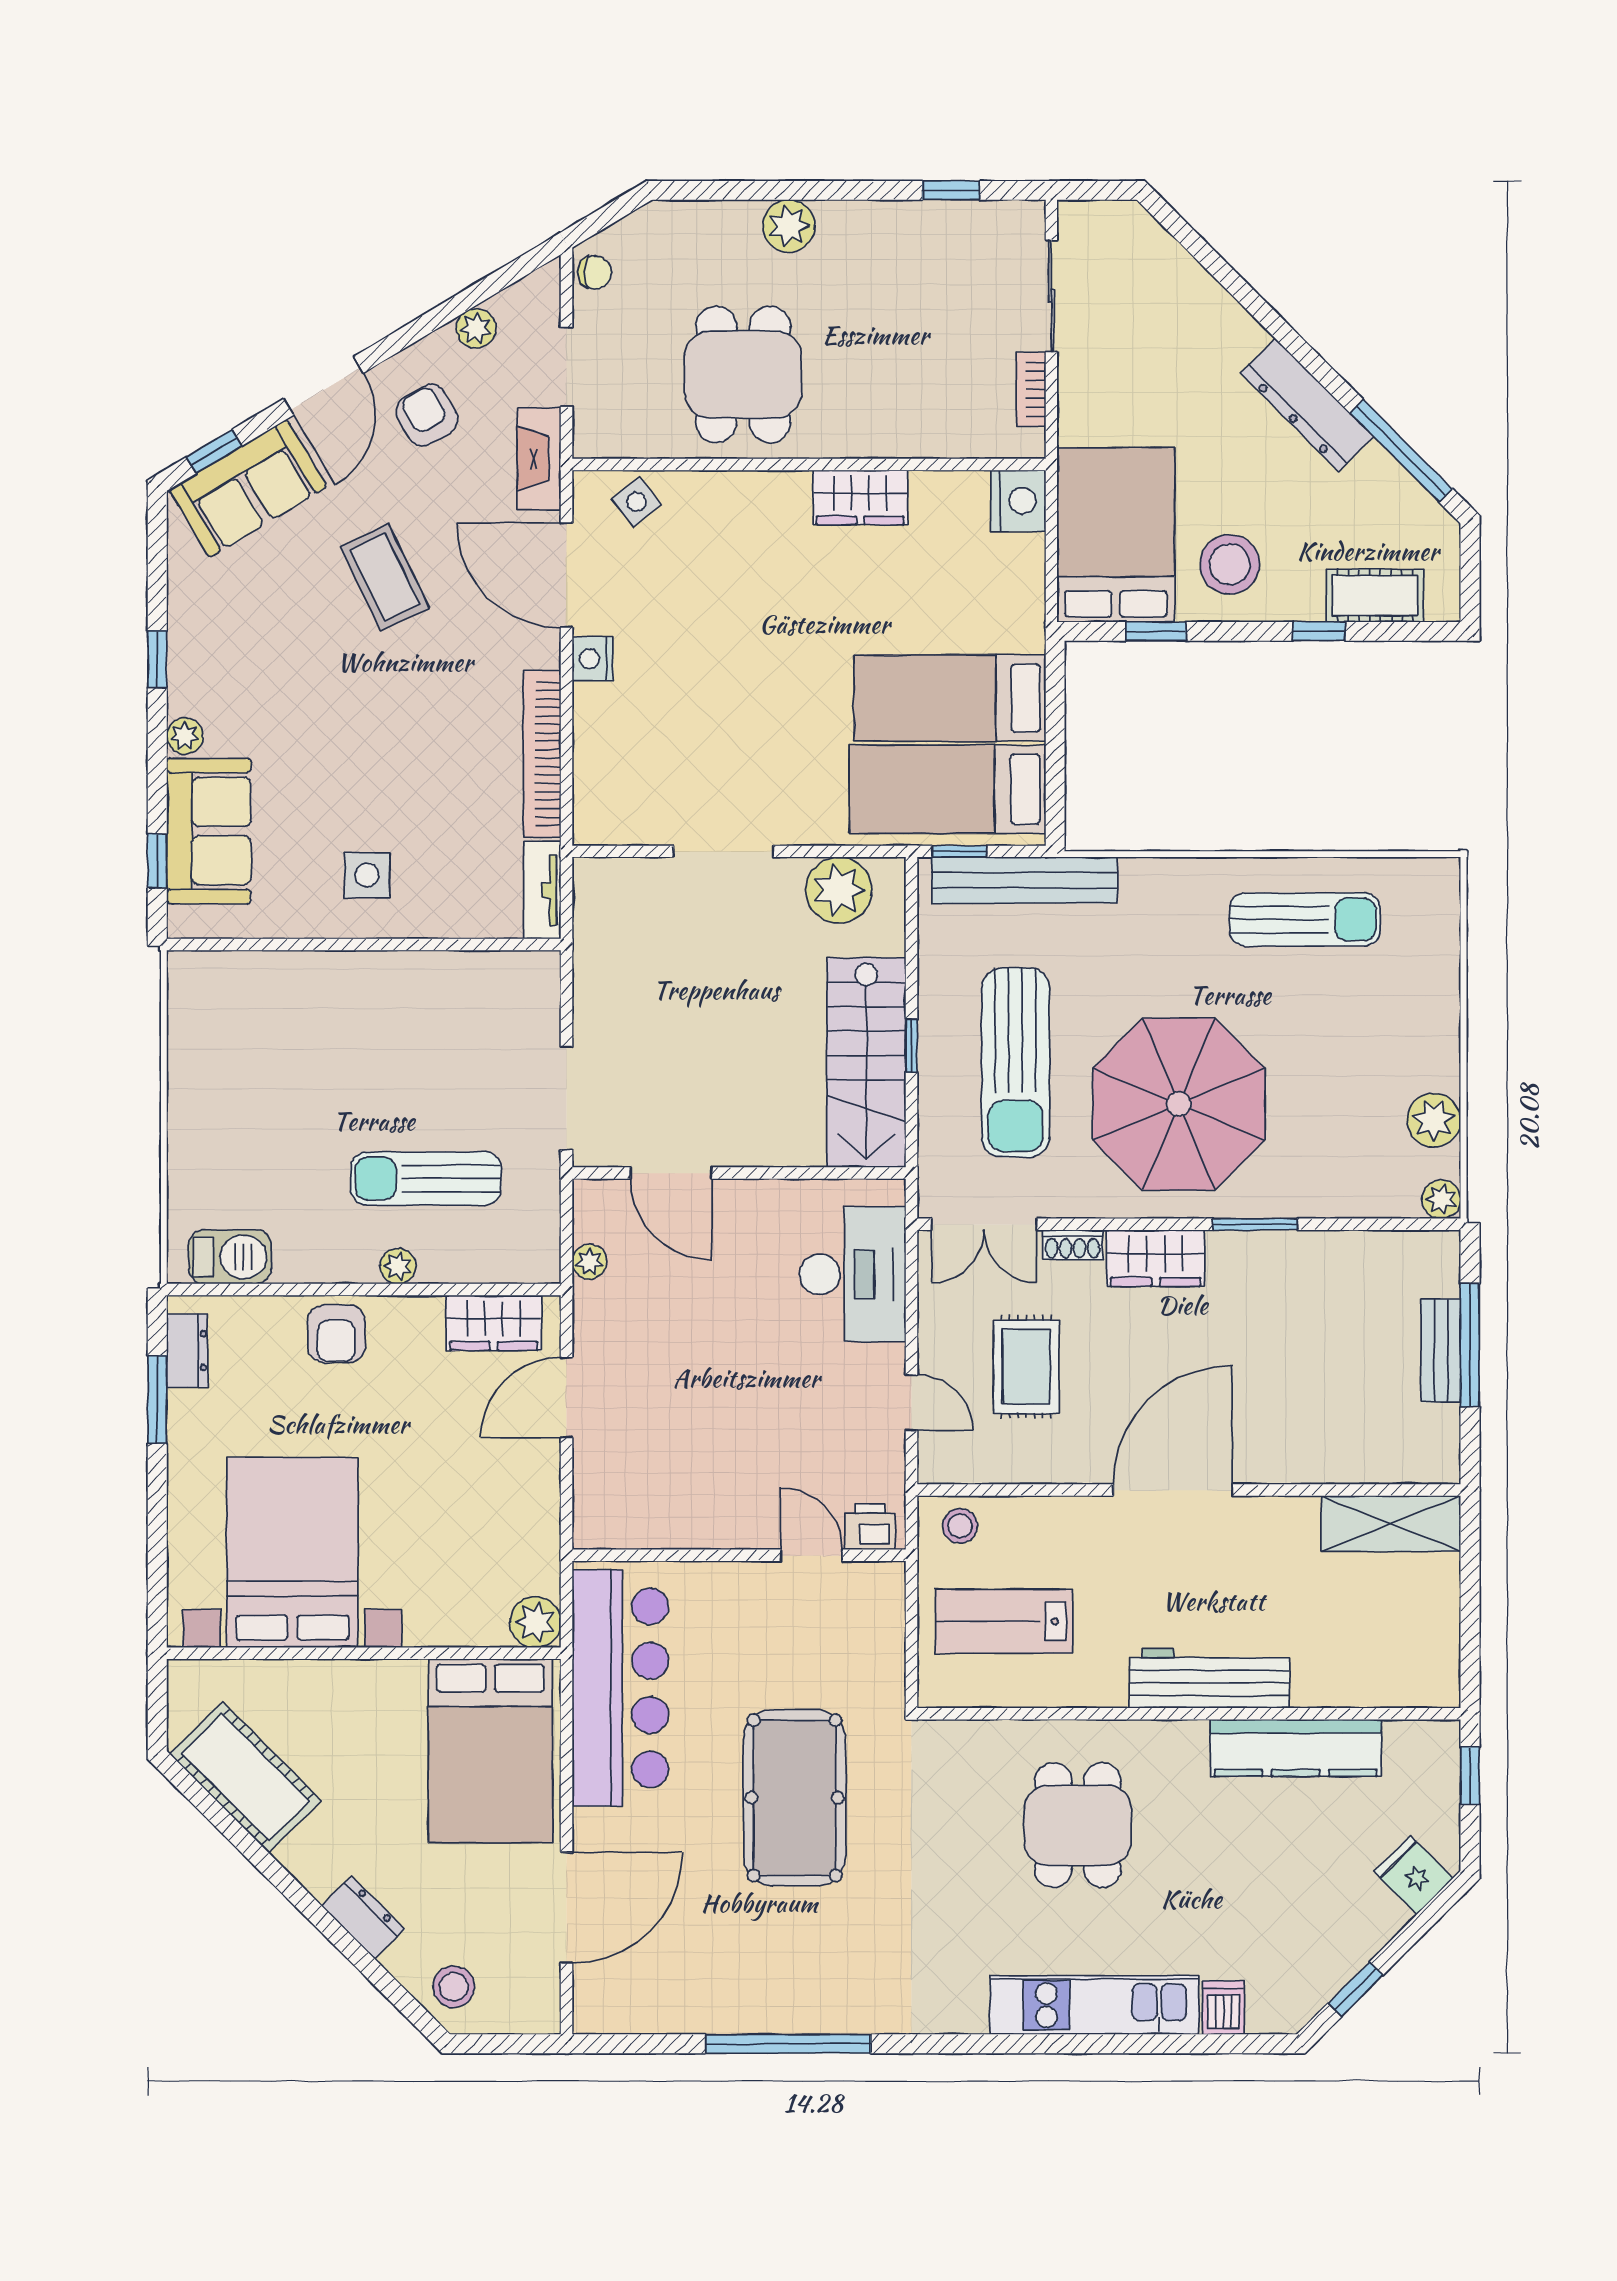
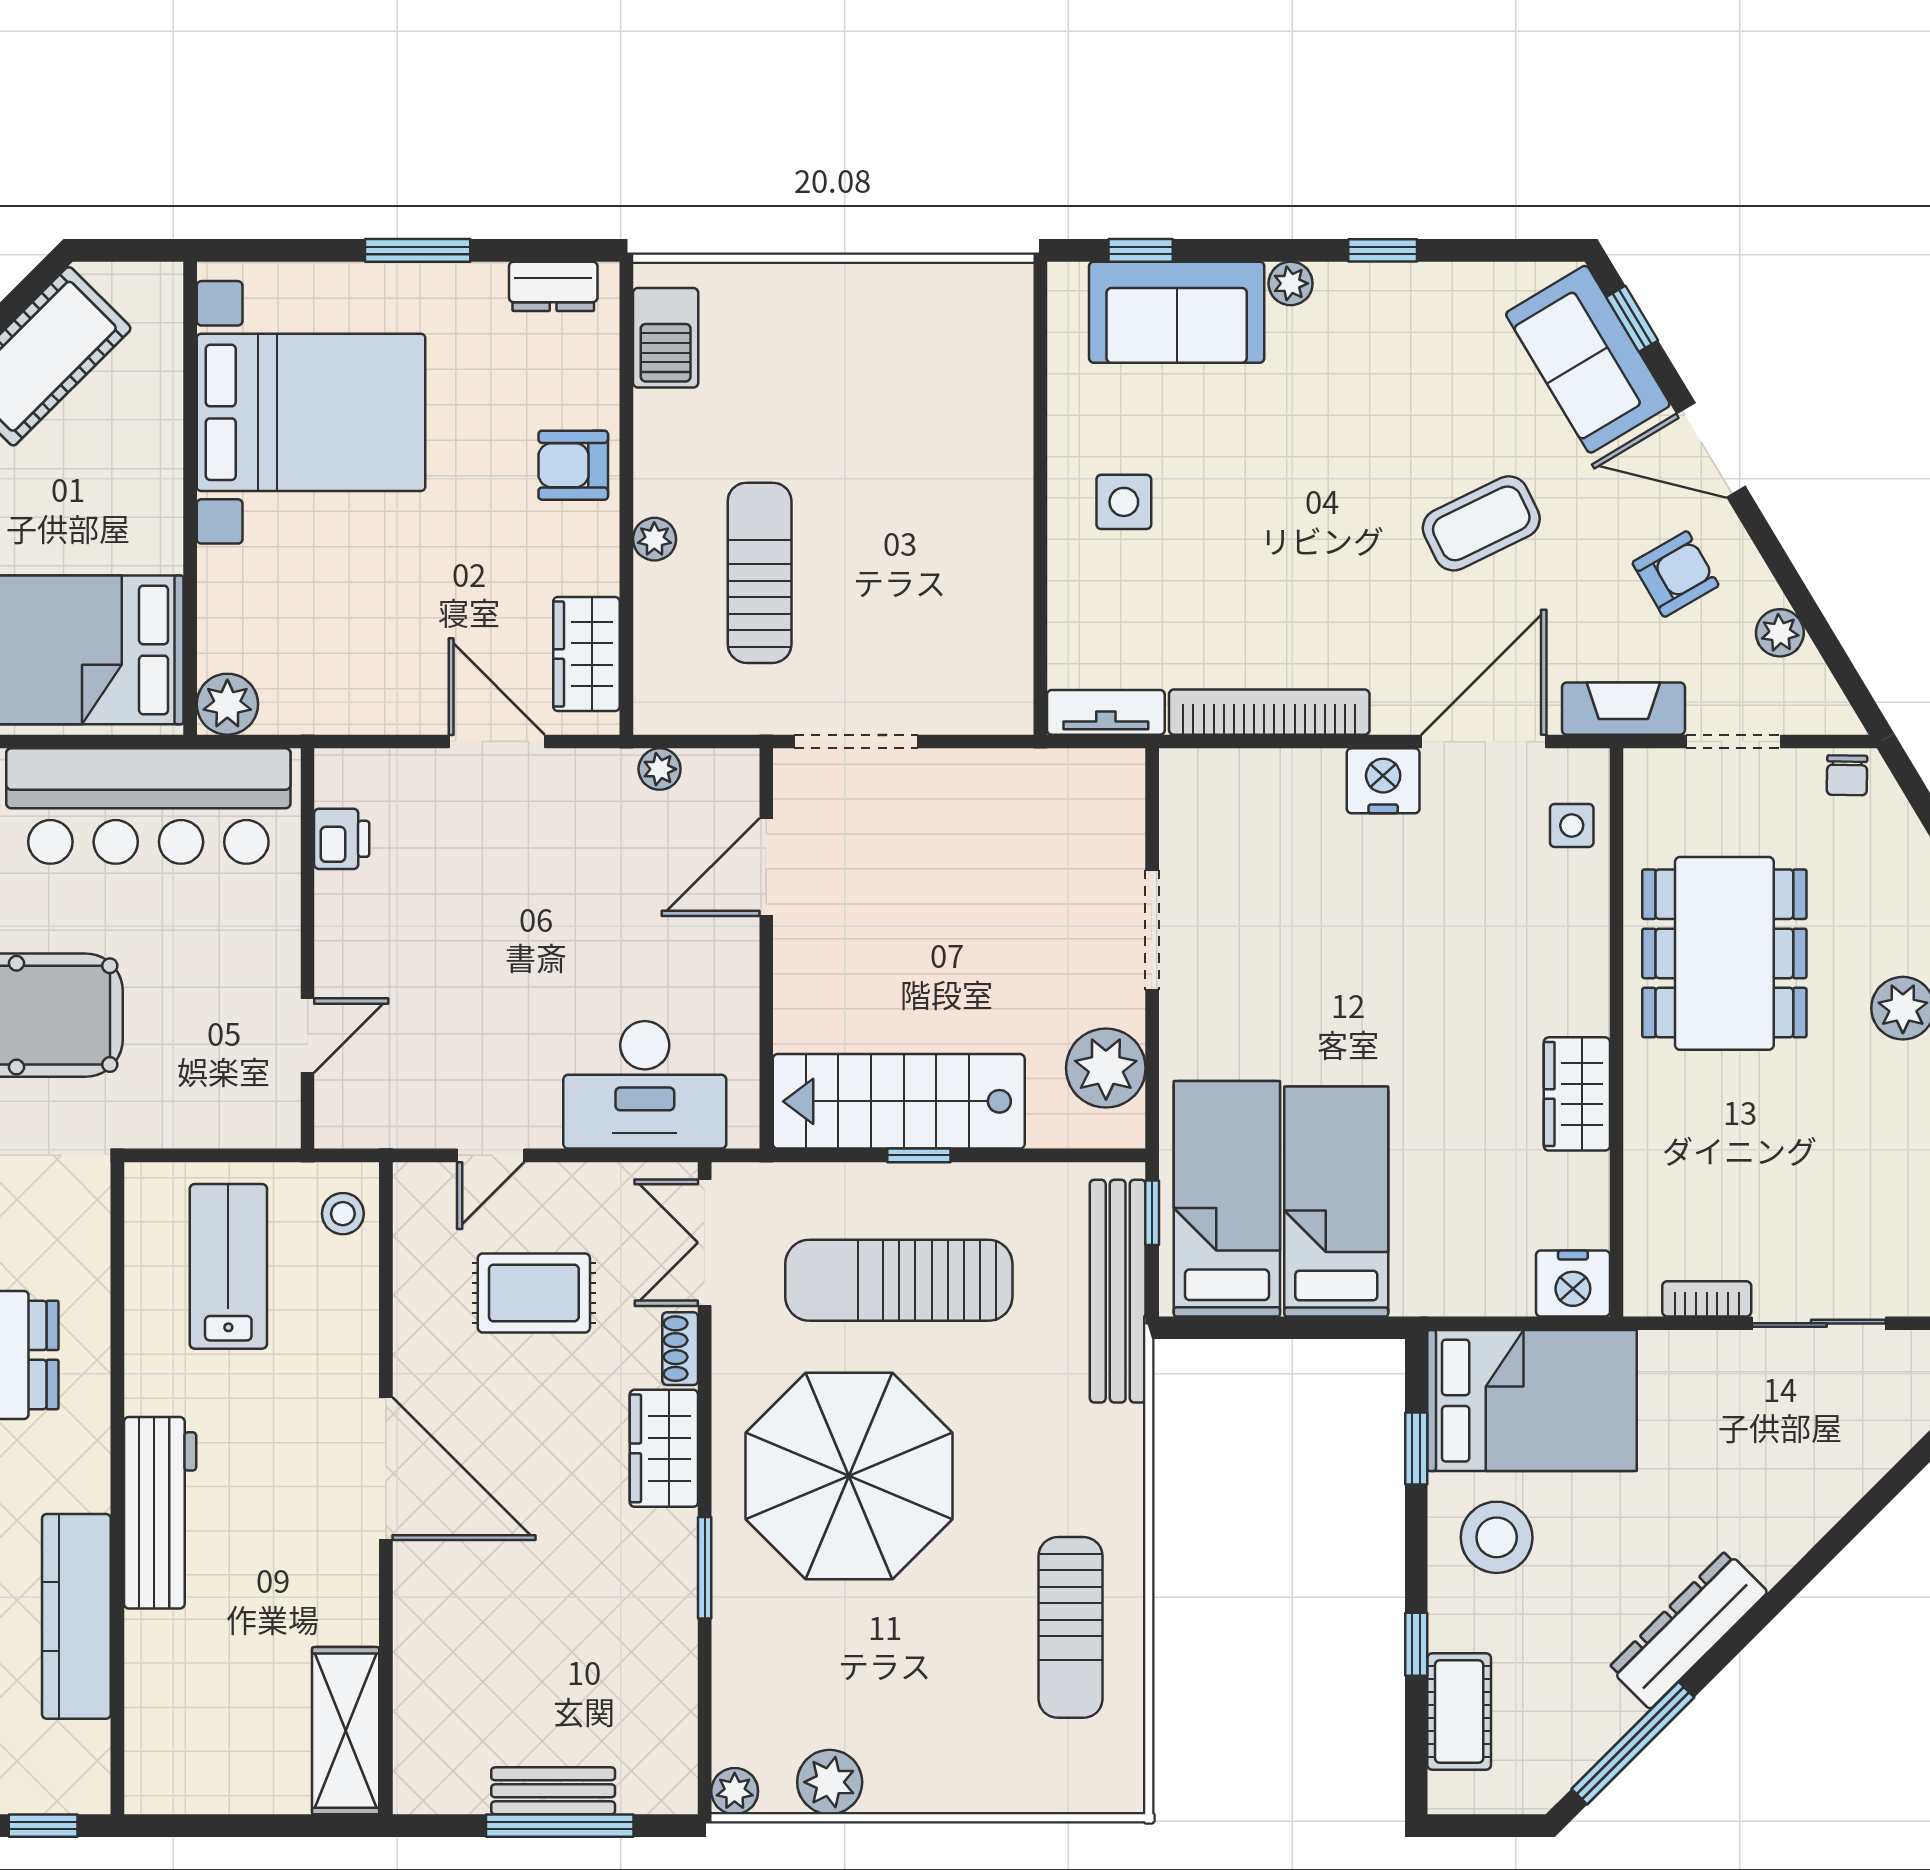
dining table: (743, 375) -> (1724, 953), width x1.38
side table: (637, 502) -> (1572, 825), turned 38
nightstand: (593, 659) -> (1383, 781), width x1.36, depth x1.33
window: (157, 1399) -> (418, 250), moved
printer: (870, 1527) -> (342, 839), moved

